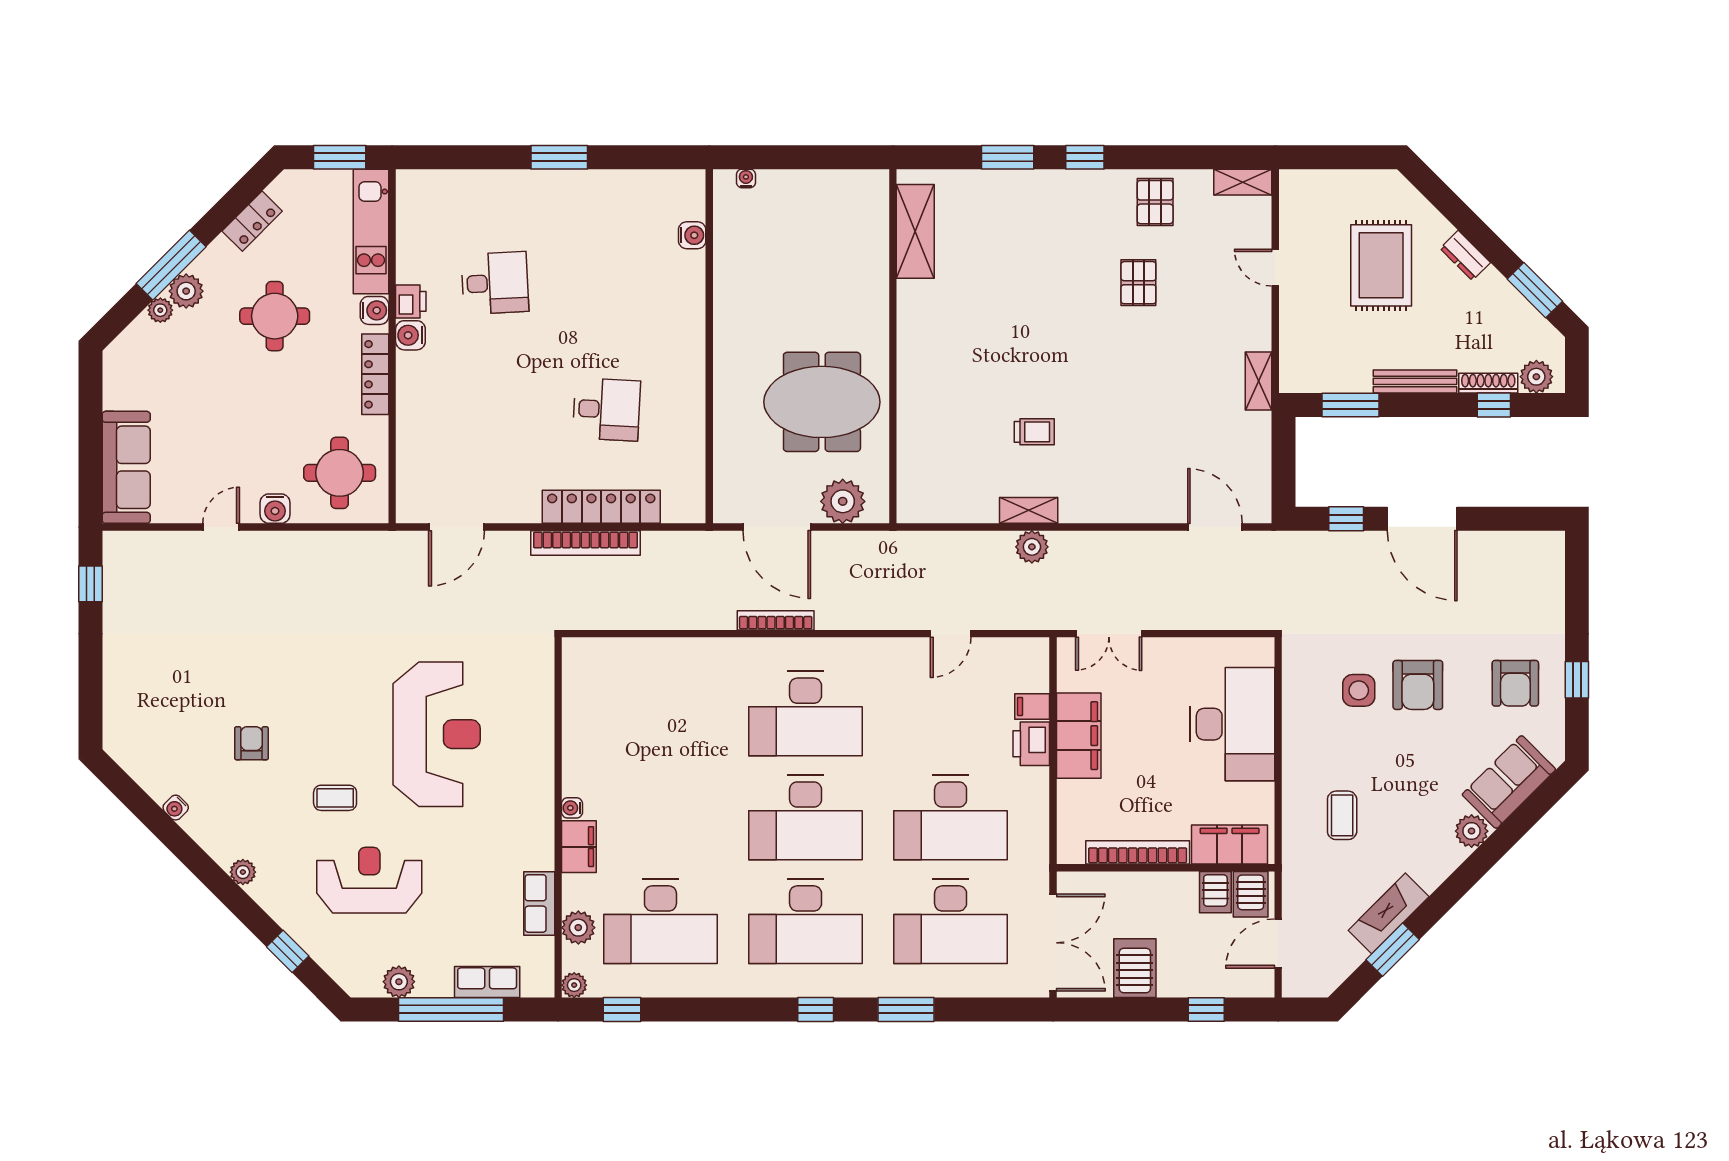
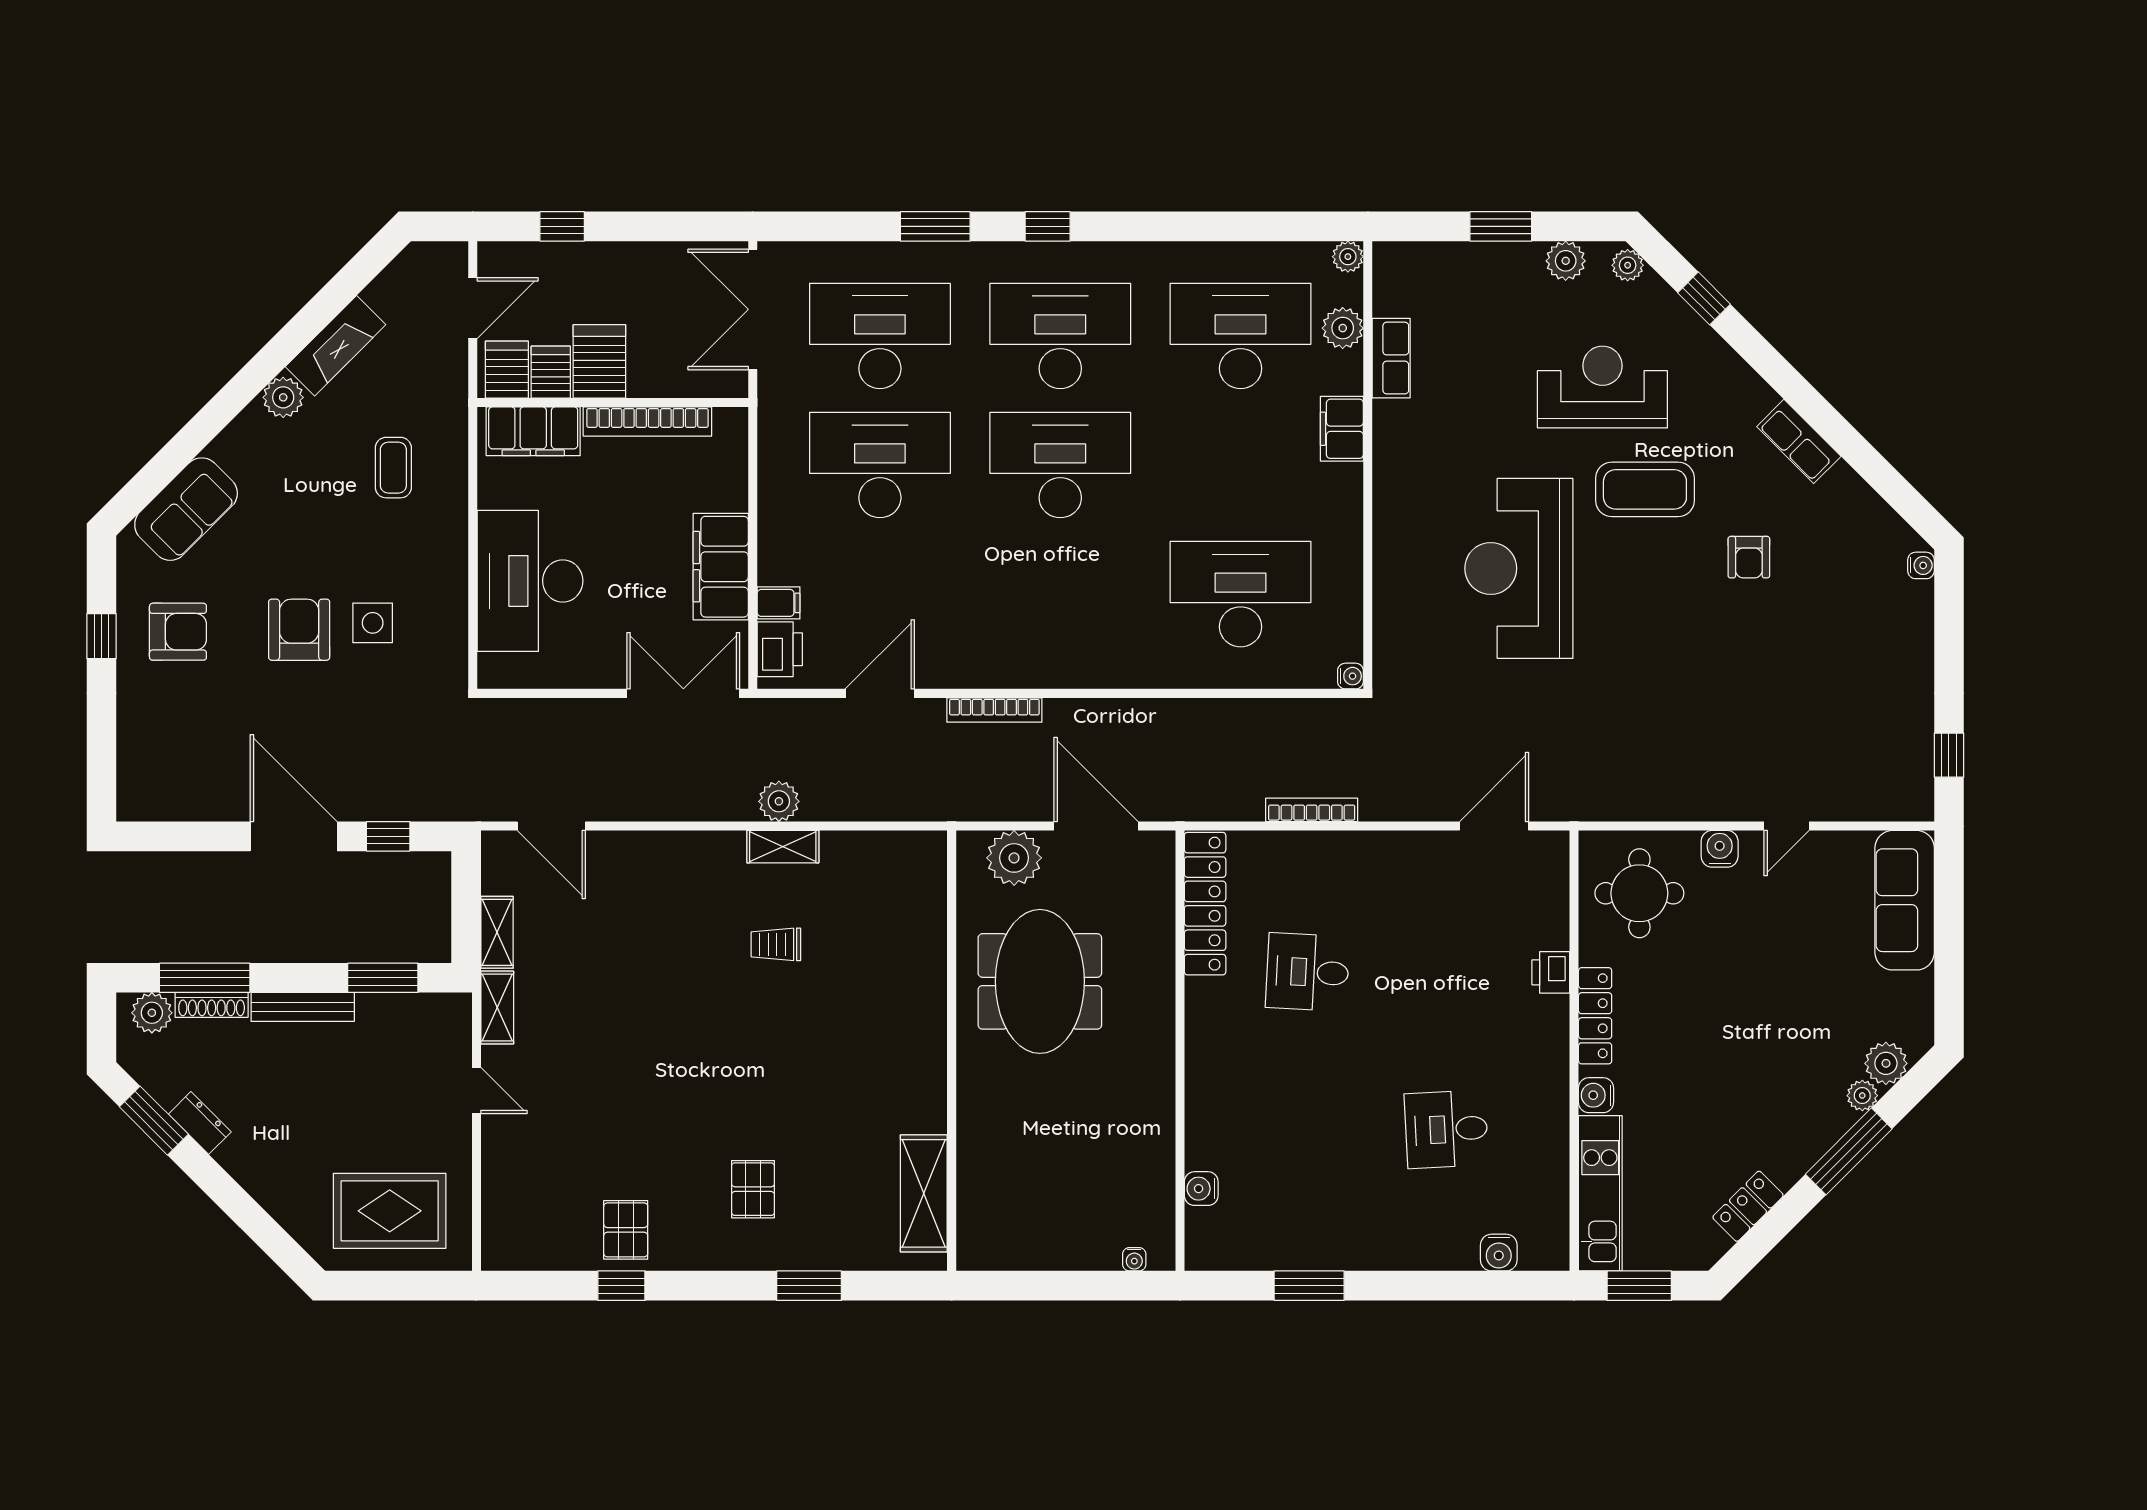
window: (559, 157) -> (1309, 1286), moved
window: (1085, 157) -> (621, 1286), moved
shelving: (1243, 182) -> (497, 932), moved, turned 90
dresser: (1465, 255) -> (200, 1123), moved
rug: (1381, 265) -> (390, 1211), moved, turned 90
door: (1275, 268) -> (476, 1091), moved
pallet: (1138, 283) -> (753, 1189), moved
plant: (186, 291) -> (1886, 1063), moved
printer: (411, 301) -> (1551, 972), moved
round table: (275, 316) -> (1720, 1088), removed
water cooler: (410, 335) -> (1499, 1253), moved, turned 90
meeting table: (822, 402) -> (1040, 981), turned 90
window: (1494, 405) -> (205, 978), width x2.17
locker: (601, 507) -> (1205, 904), moved, turned -90
bookcase: (585, 543) -> (1312, 810), width x0.68, depth x0.76
bookcase: (776, 620) -> (994, 710), moved
door: (951, 634) -> (880, 693), width x1.38
double door: (1109, 634) -> (683, 693), width x1.37
armchair: (1515, 683) -> (178, 632), turned 90
desk: (806, 714) -> (1241, 594), moved
printer: (1031, 744) -> (780, 649), moved
coffee table: (335, 798) -> (1645, 489), width x1.86, depth x1.72
water cooler: (176, 808) -> (1921, 565), moved, turned 45
water cooler: (572, 808) -> (1350, 676), moved
plant: (1472, 831) -> (283, 397), moved
plant: (243, 872) -> (1628, 265), moved
reception desk: (369, 880) -> (1602, 387), turned 180
window: (1393, 950) -> (331, 301), removed
server rack: (1135, 968) -> (599, 361), moved, turned 180
row of seats: (487, 982) -> (1799, 441), moved, turned 45
window: (451, 1009) -> (1501, 226), width x0.47
window: (622, 1009) -> (1288, 226), removed

